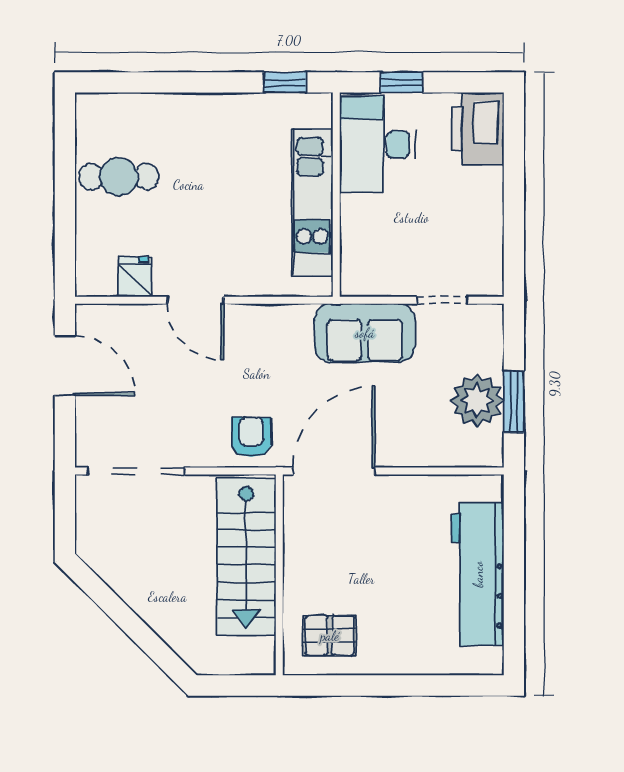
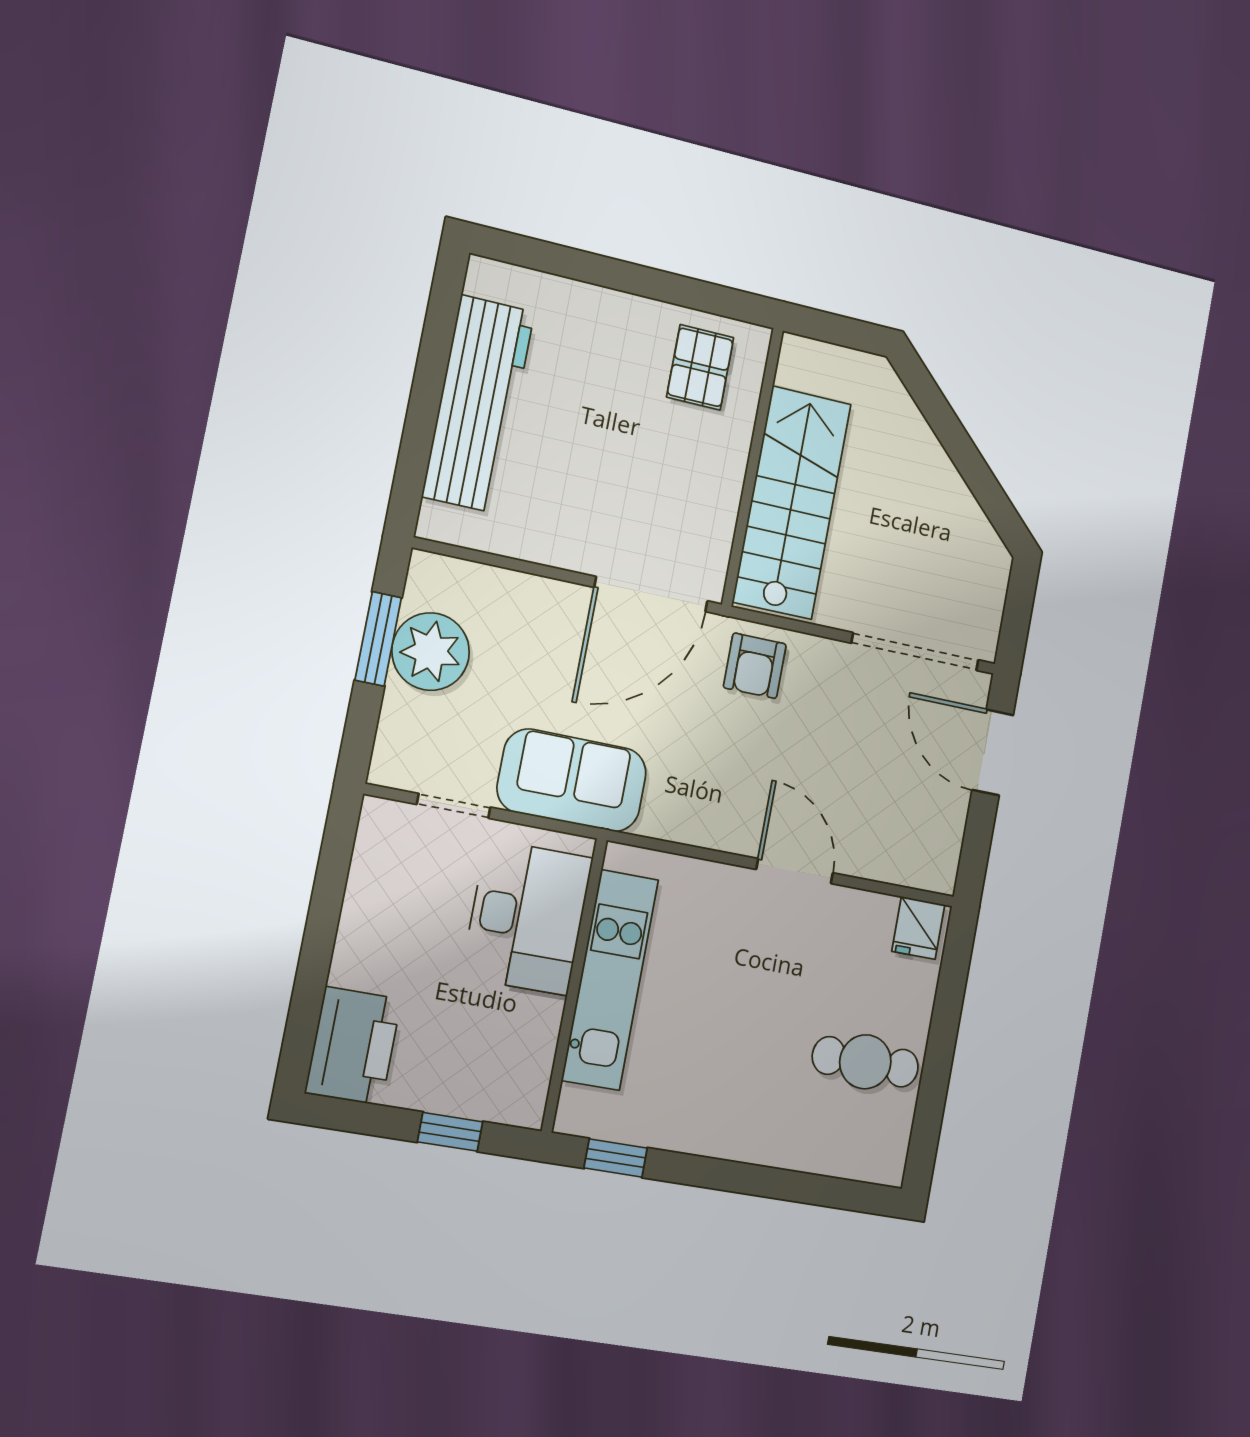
desk: (378, 144) -> (527, 917), moved
fridge: (135, 277) -> (918, 928), moved
door: (65, 366) -> (993, 752), moved
pallet: (330, 636) -> (700, 367), turned 90

